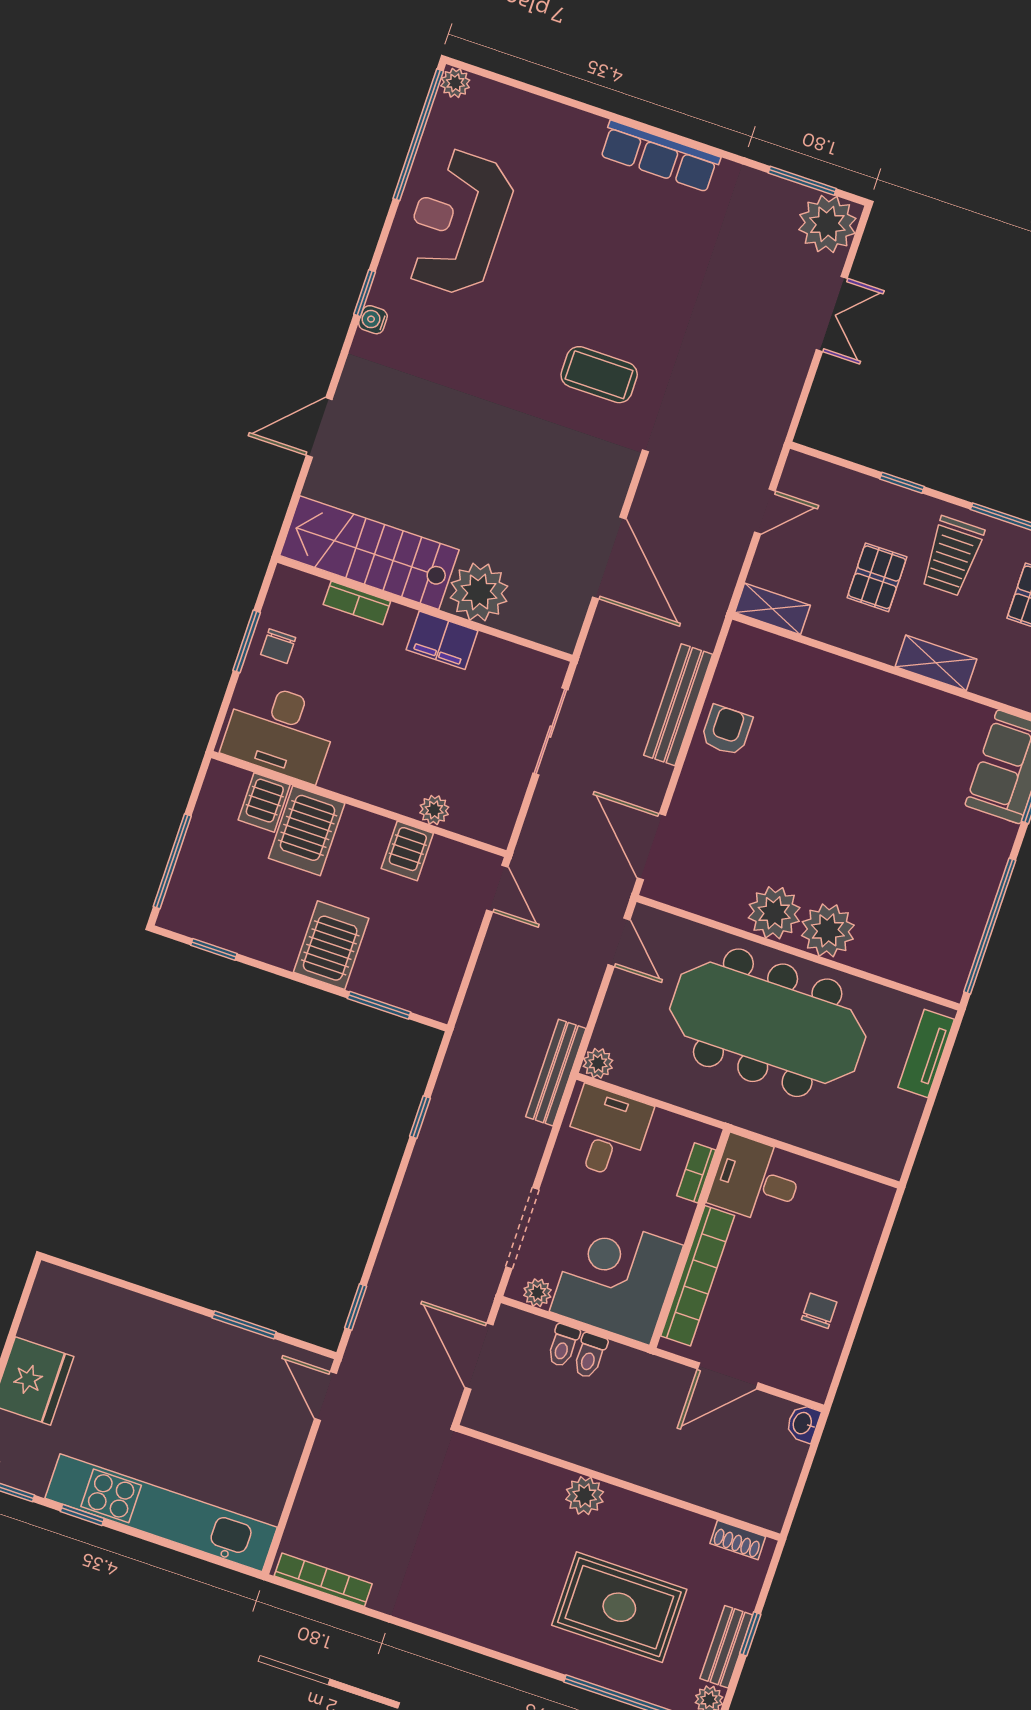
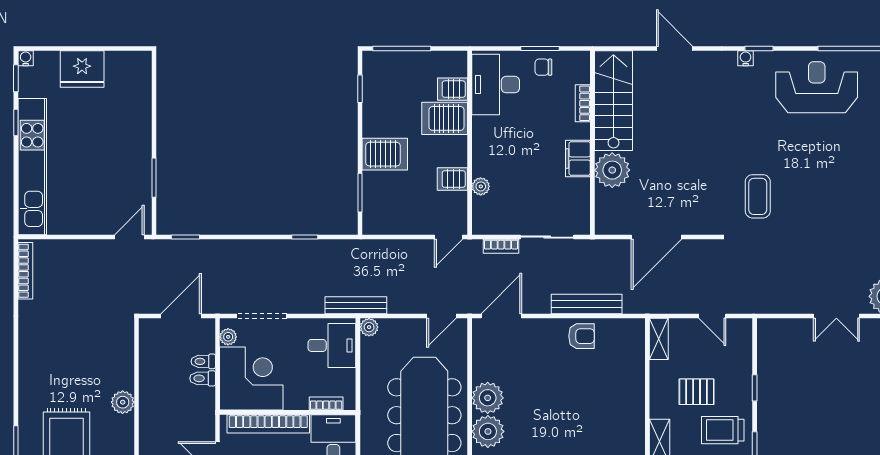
bookcase: (540, 810) -> (501, 246), added

